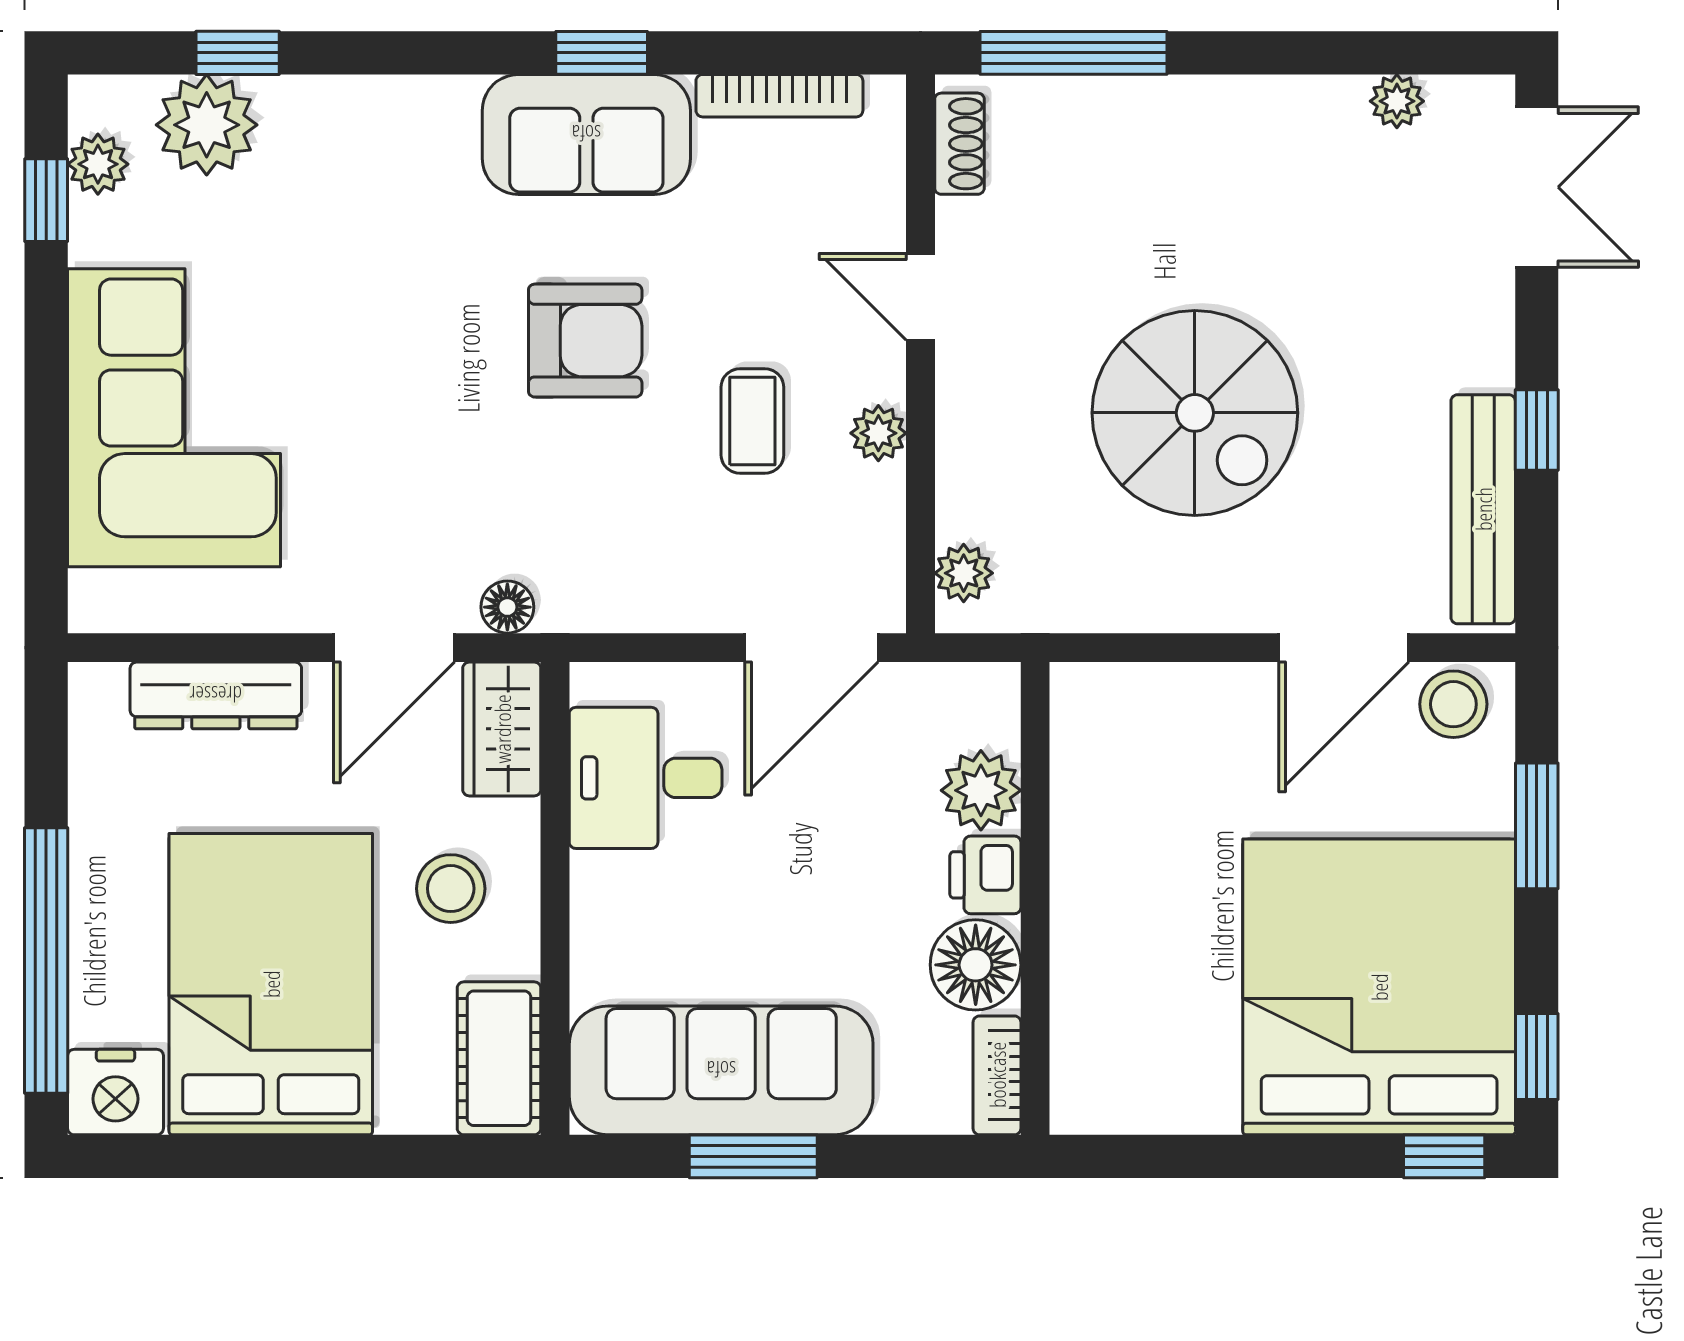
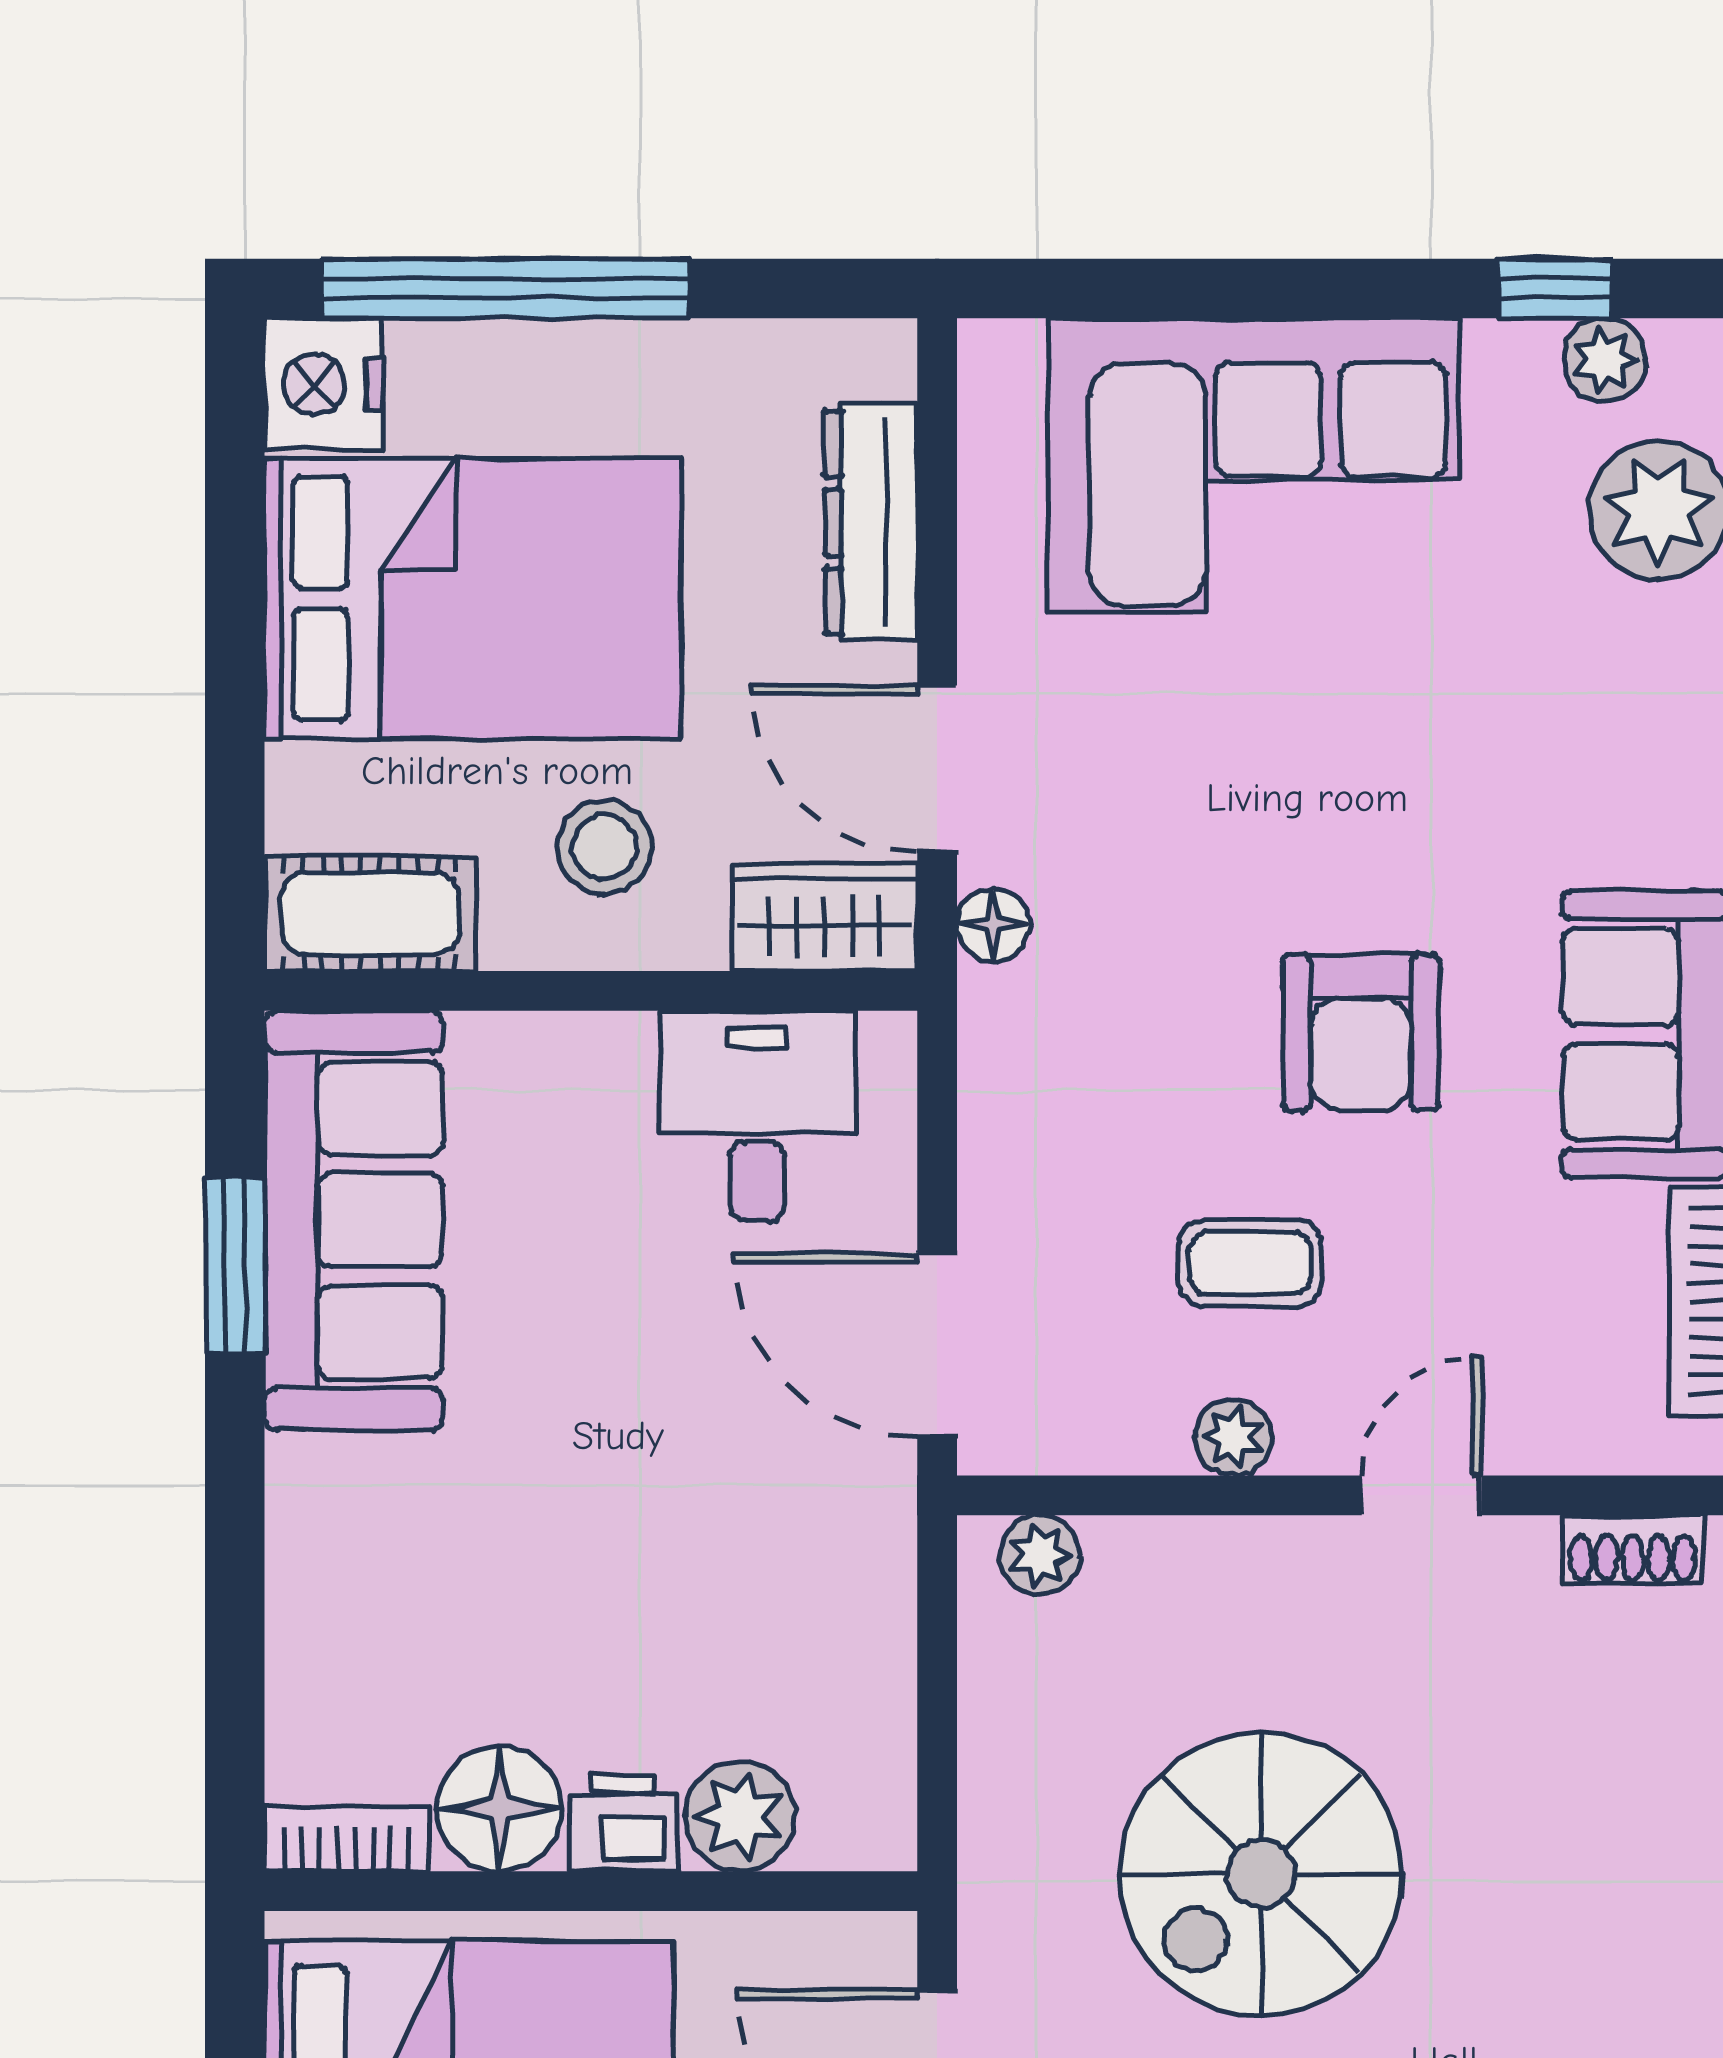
plant: (981, 790) -> (740, 1816), moved
printer: (985, 875) -> (623, 1822), moved
wall: (1035, 898) -> (591, 1891), moved
floor lamp: (976, 965) -> (499, 1809), moved
bookcase: (997, 1075) -> (347, 1838), moved

